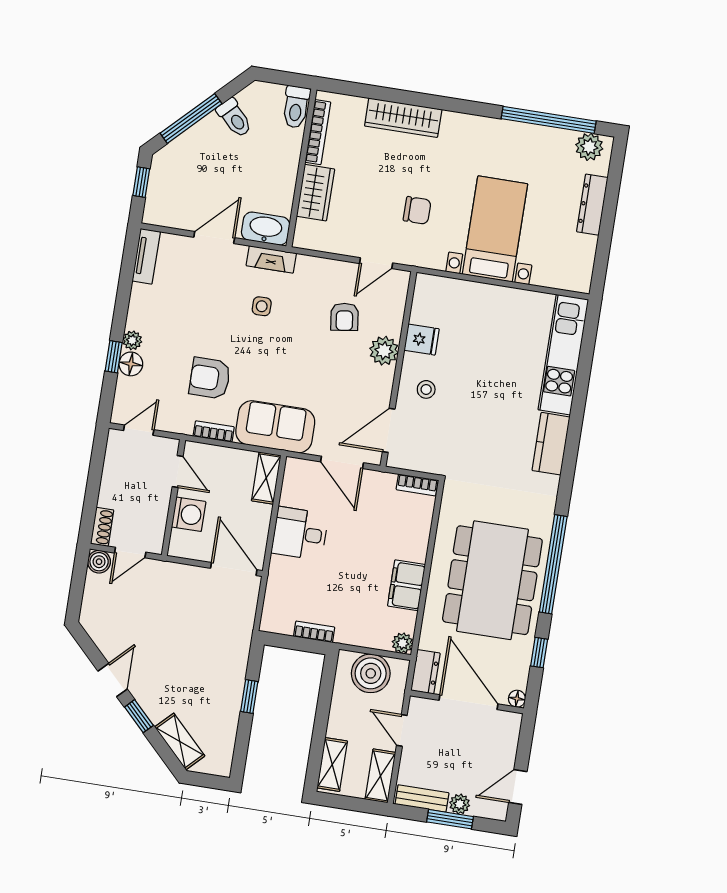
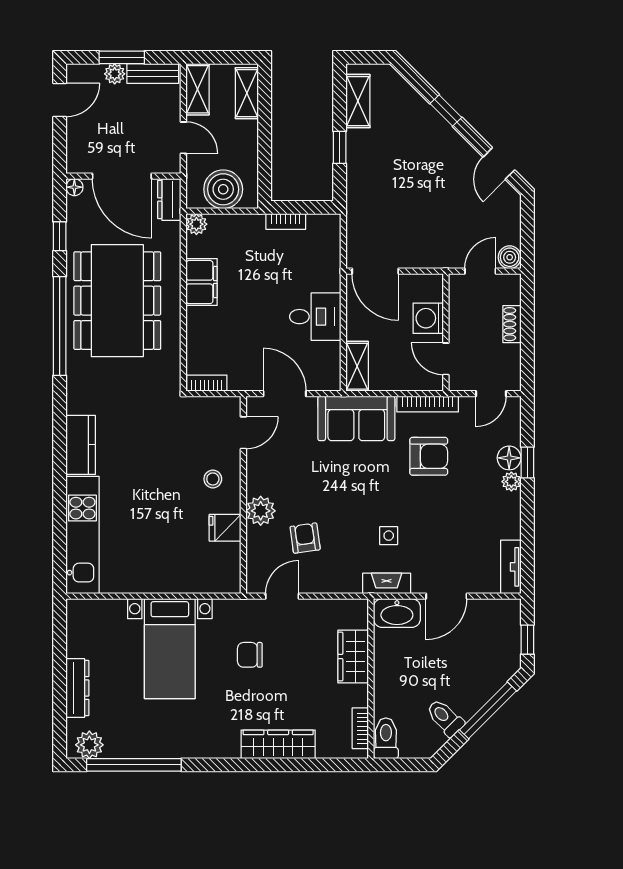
bookcase: (318, 132) -> (360, 728), width x0.64
door: (389, 430) -> (243, 433), width x0.73
bookcase: (214, 432) -> (428, 404), width x1.56
shoe rack: (102, 527) -> (512, 324), moved
door: (113, 680) -> (499, 163), moved
shelving: (180, 741) -> (358, 101), moved, turned 45

